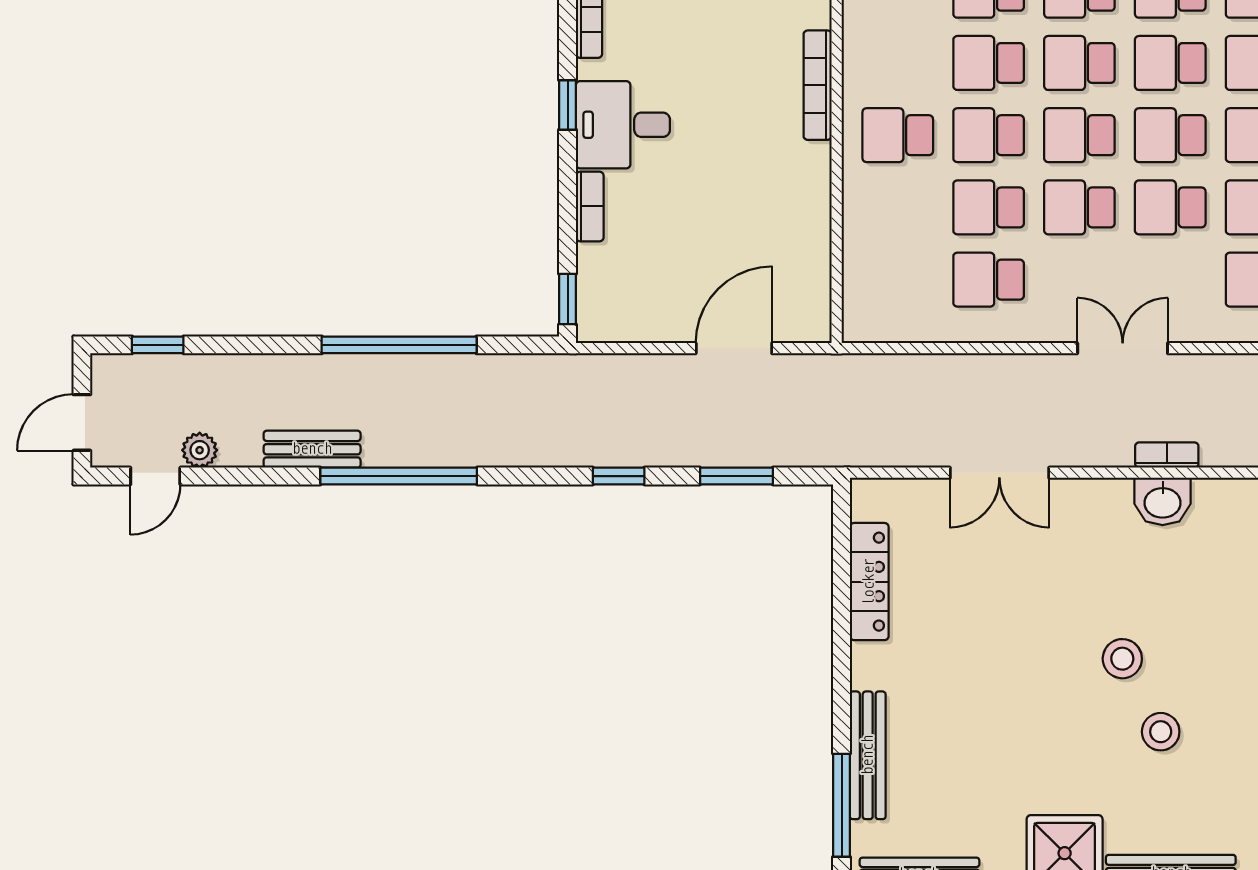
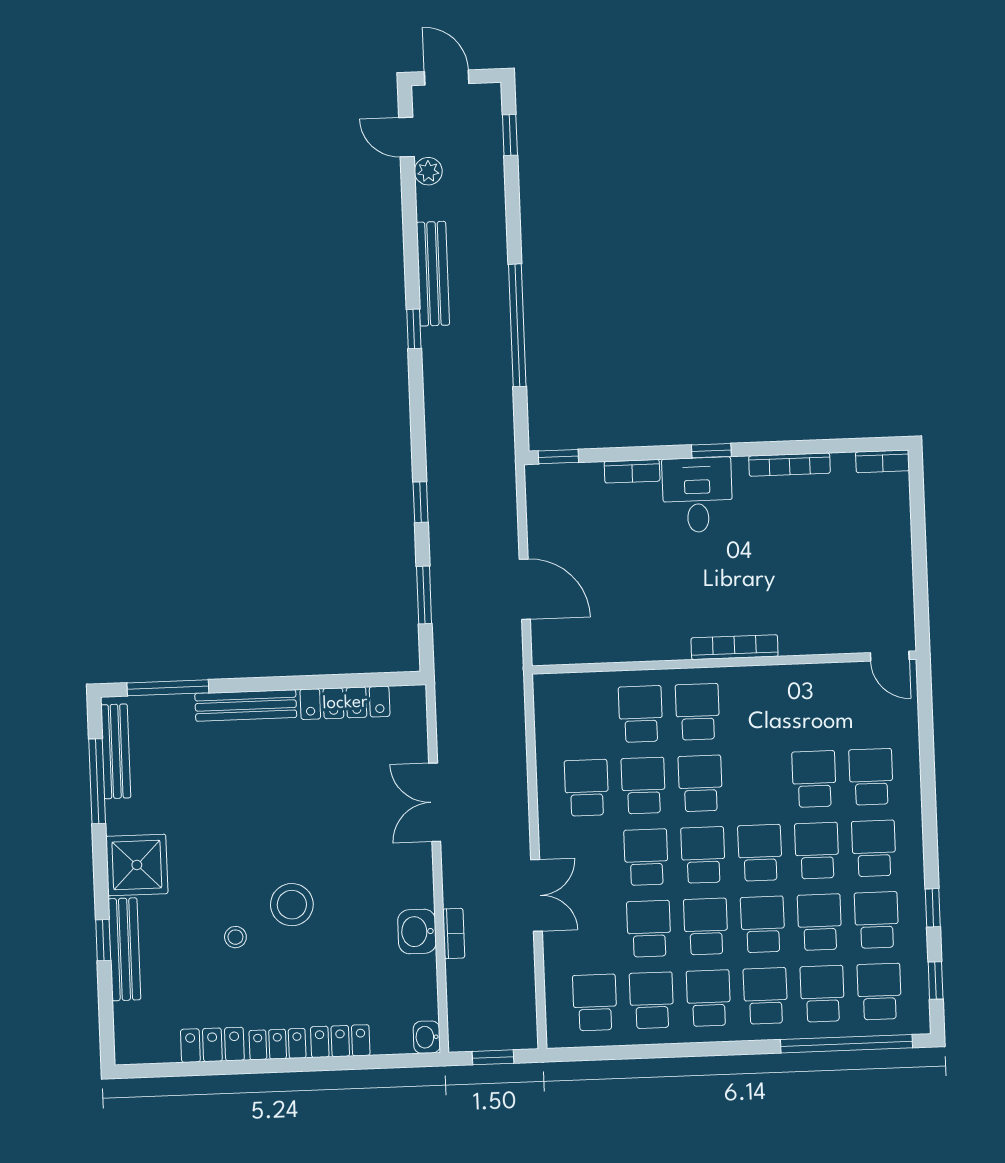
school desk: (989, 63) -> (641, 714), moved
bench: (312, 449) -> (433, 274), width x1.36
window: (399, 476) -> (414, 329), width x0.32
stool: (1122, 659) -> (292, 905), width x1.38, depth x1.38
stool: (1161, 732) -> (235, 937), width x0.73, depth x0.73
bench: (868, 755) -> (246, 705), moved

